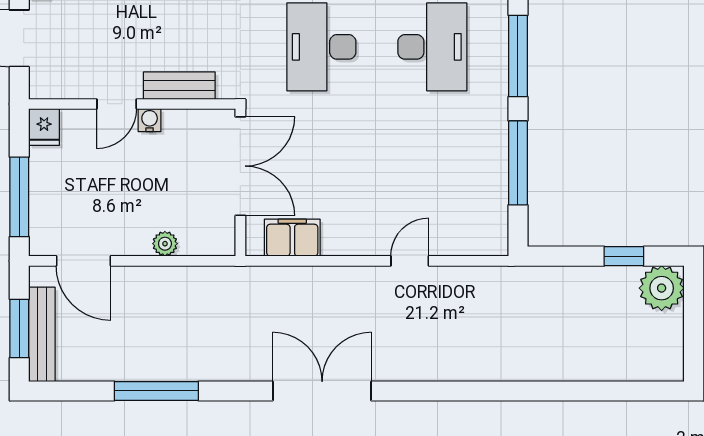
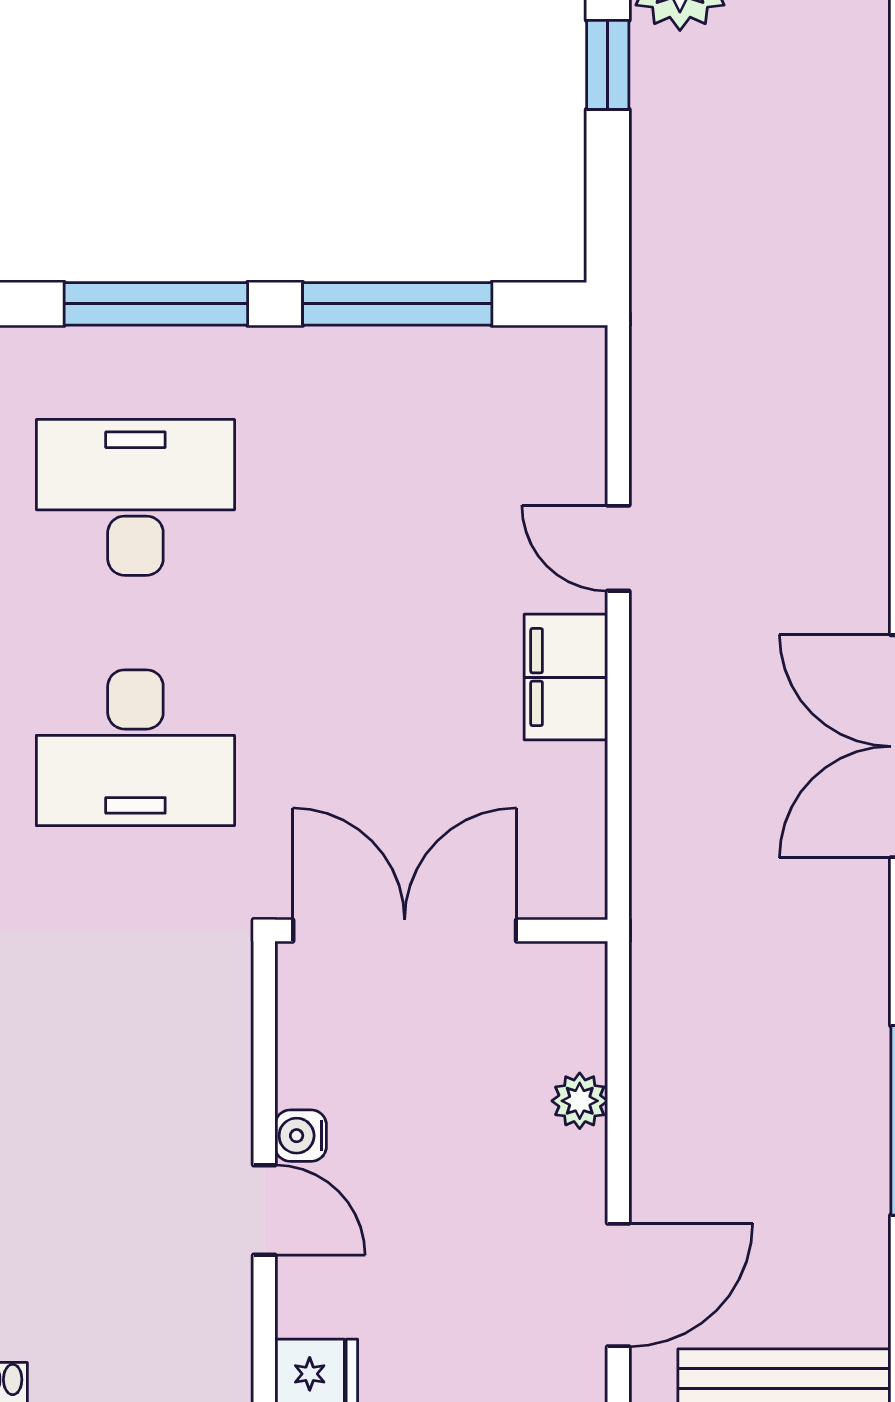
bench: (179, 86) -> (223, 1068), removed
filing cabinet: (292, 238) -> (566, 677), moved

